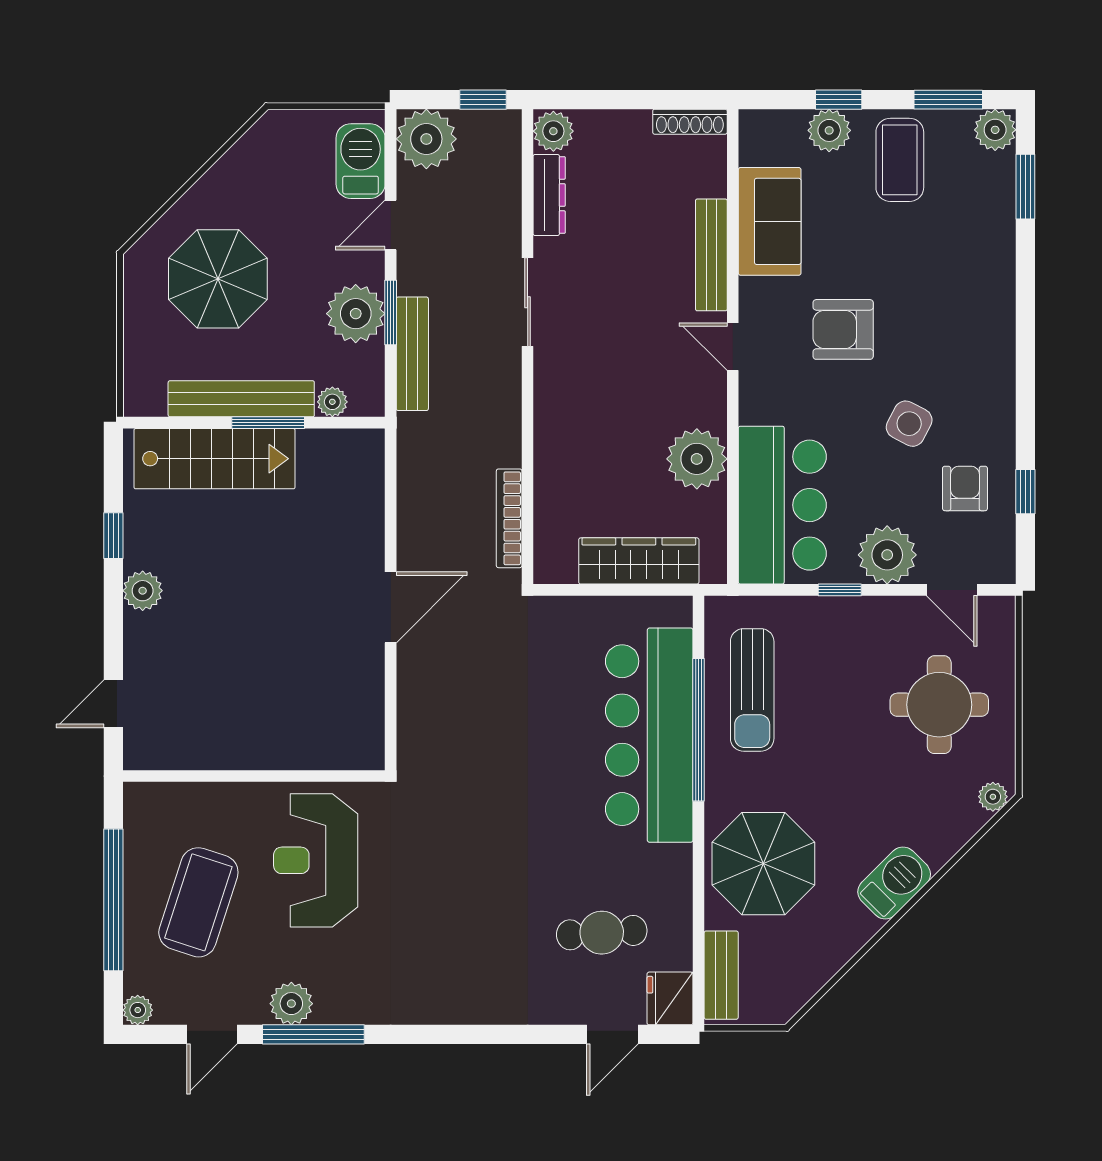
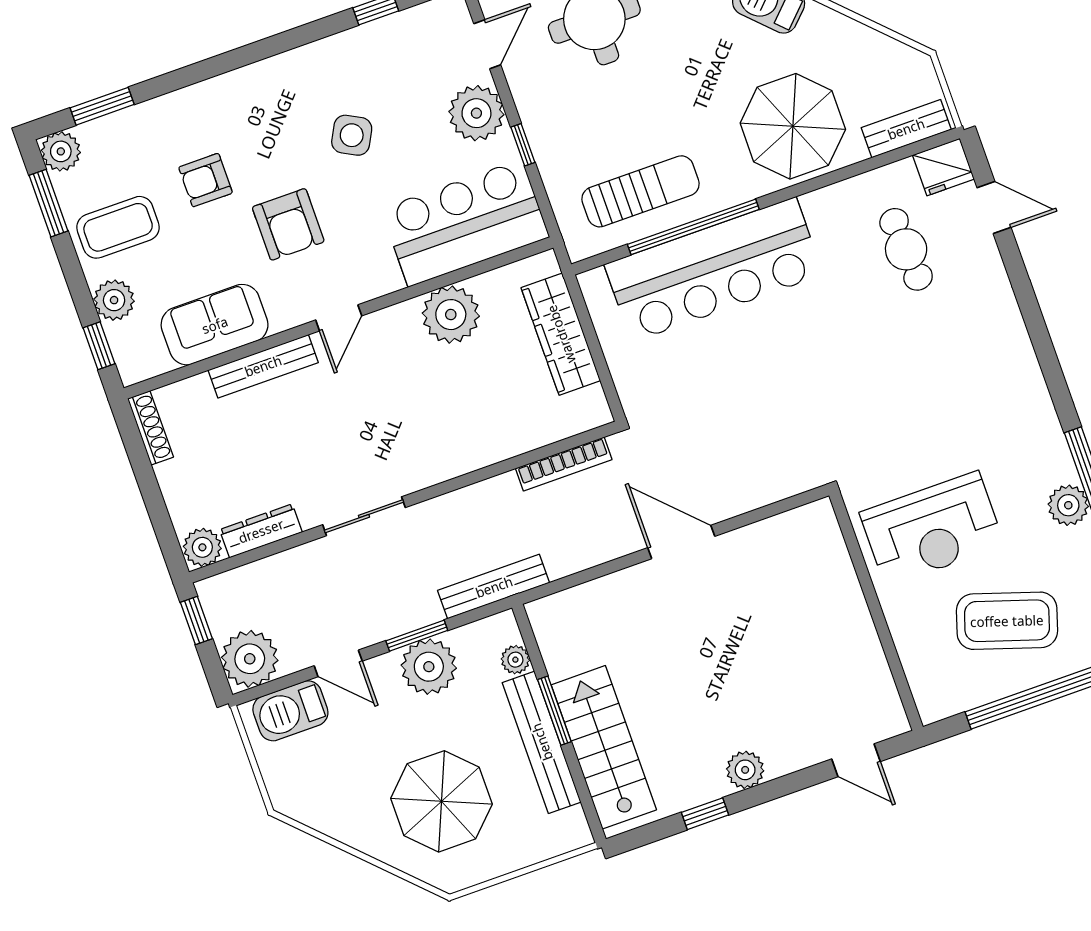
window: (839, 100) -> (99, 346), moved
bench: (412, 354) -> (494, 587), moved
armchair: (965, 488) -> (206, 180), moved

